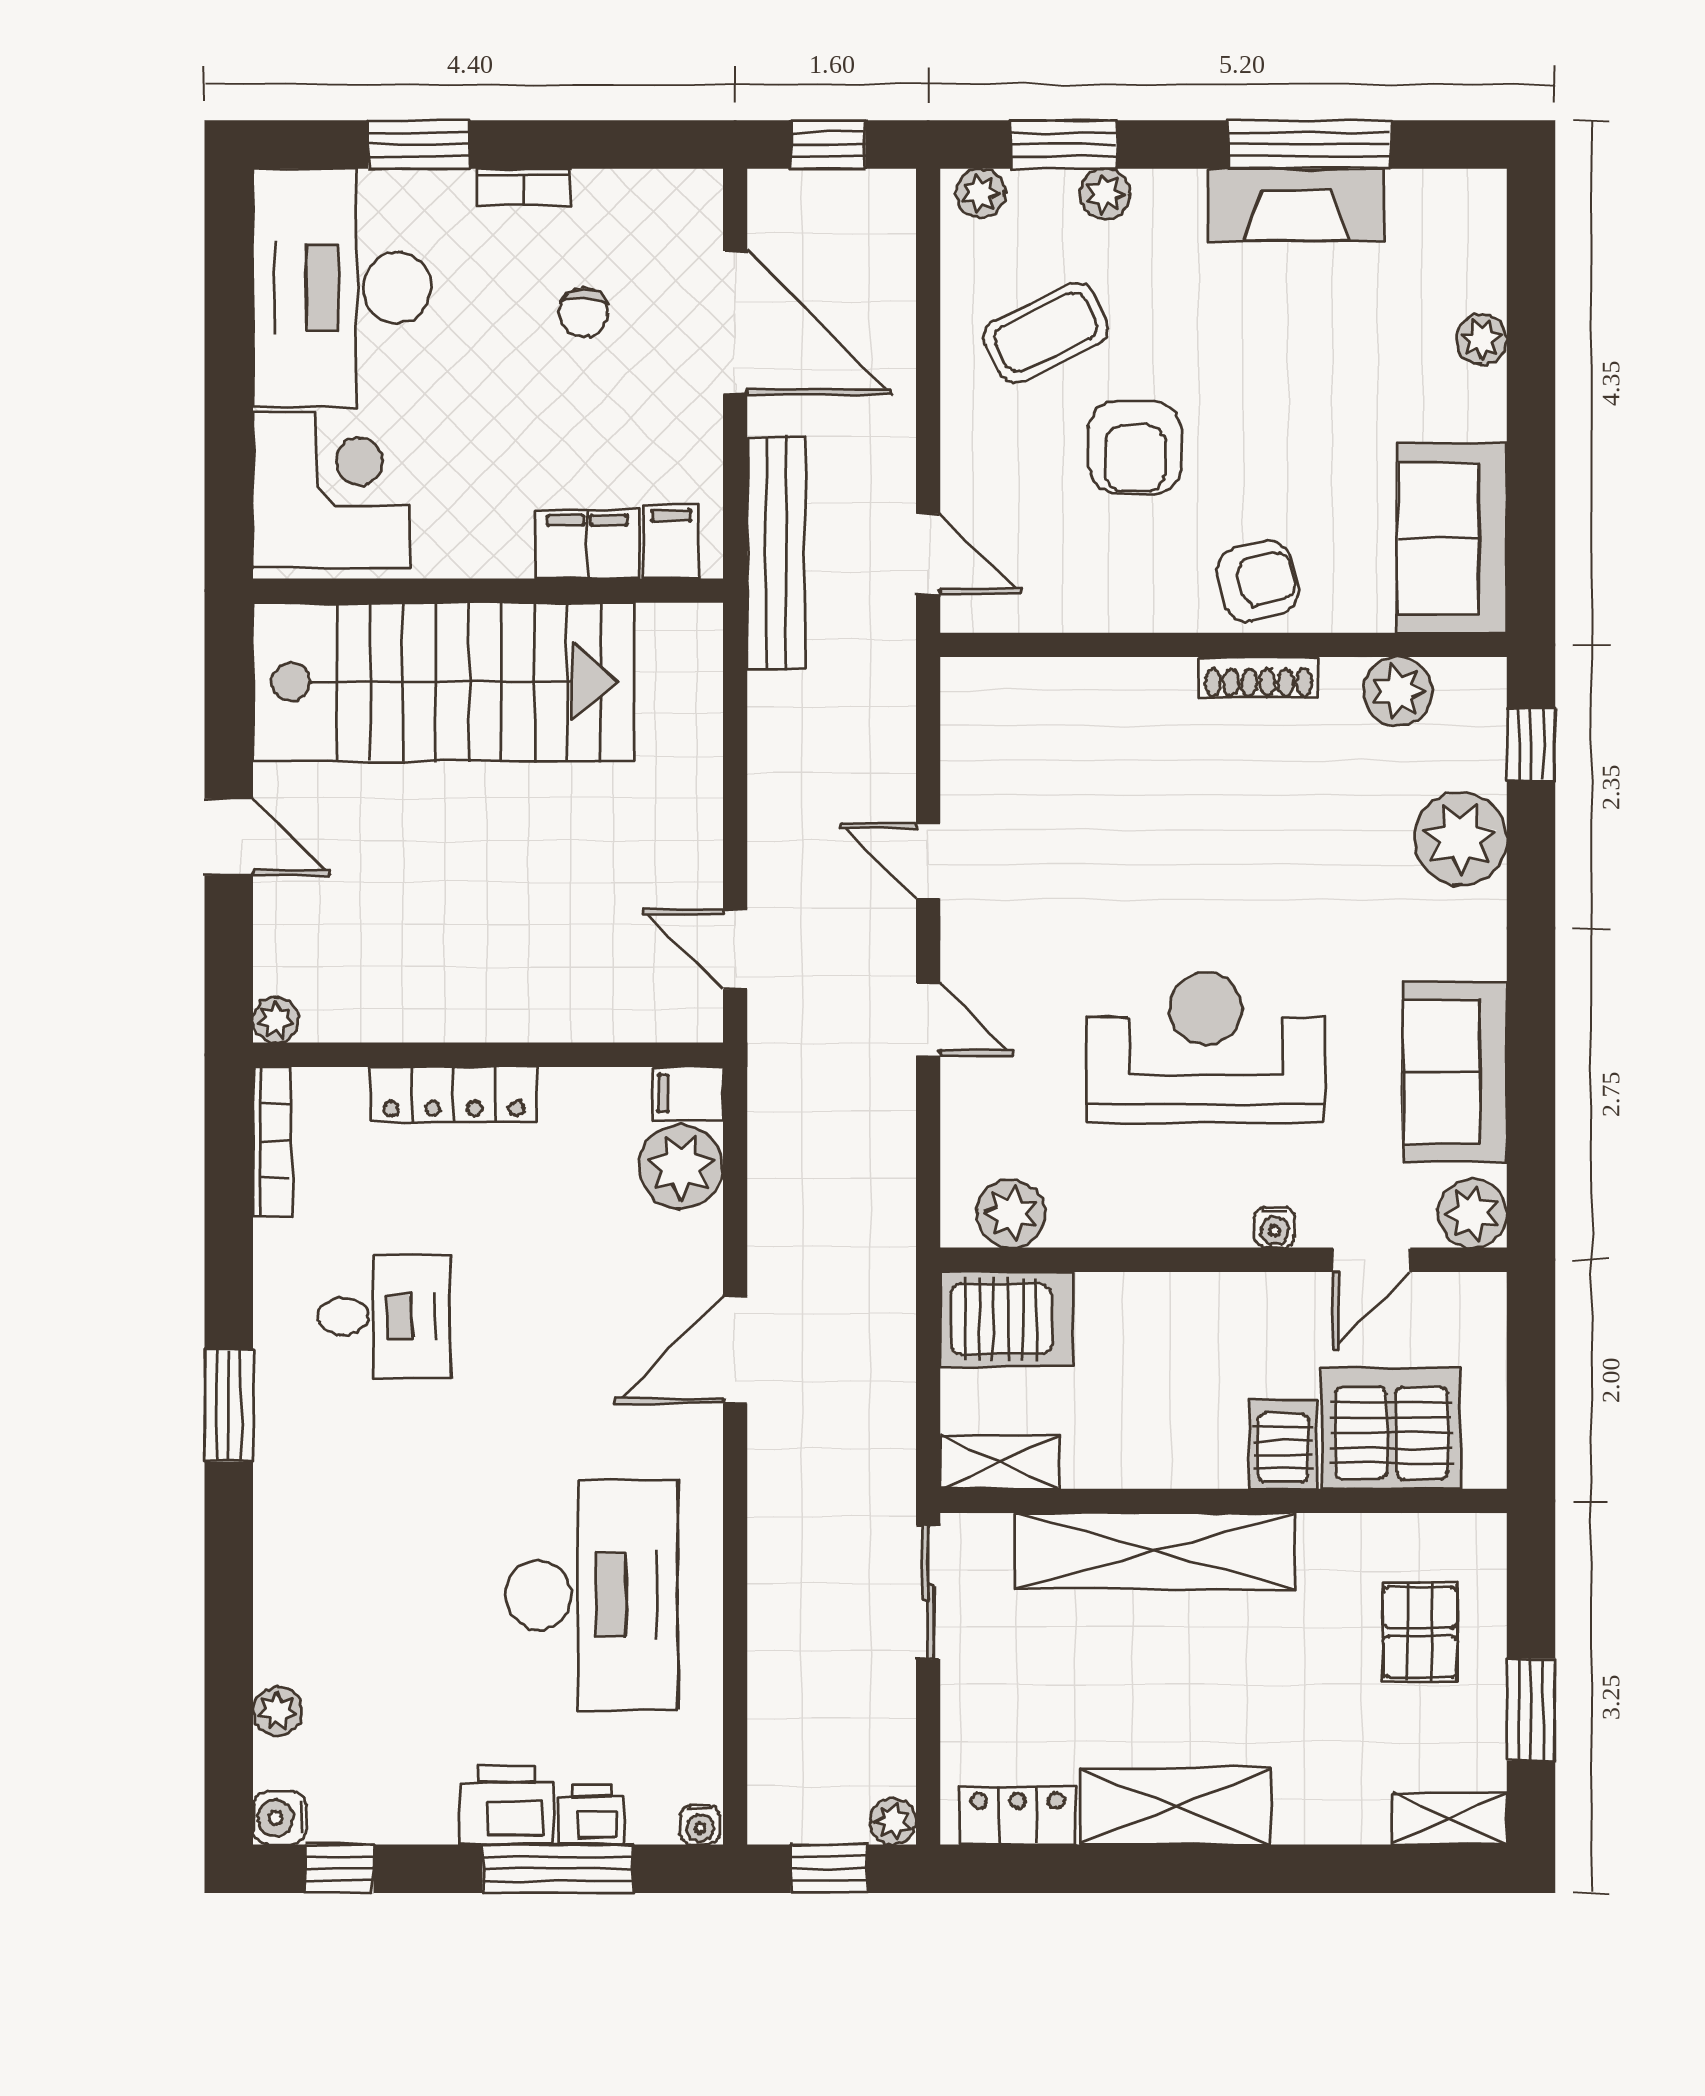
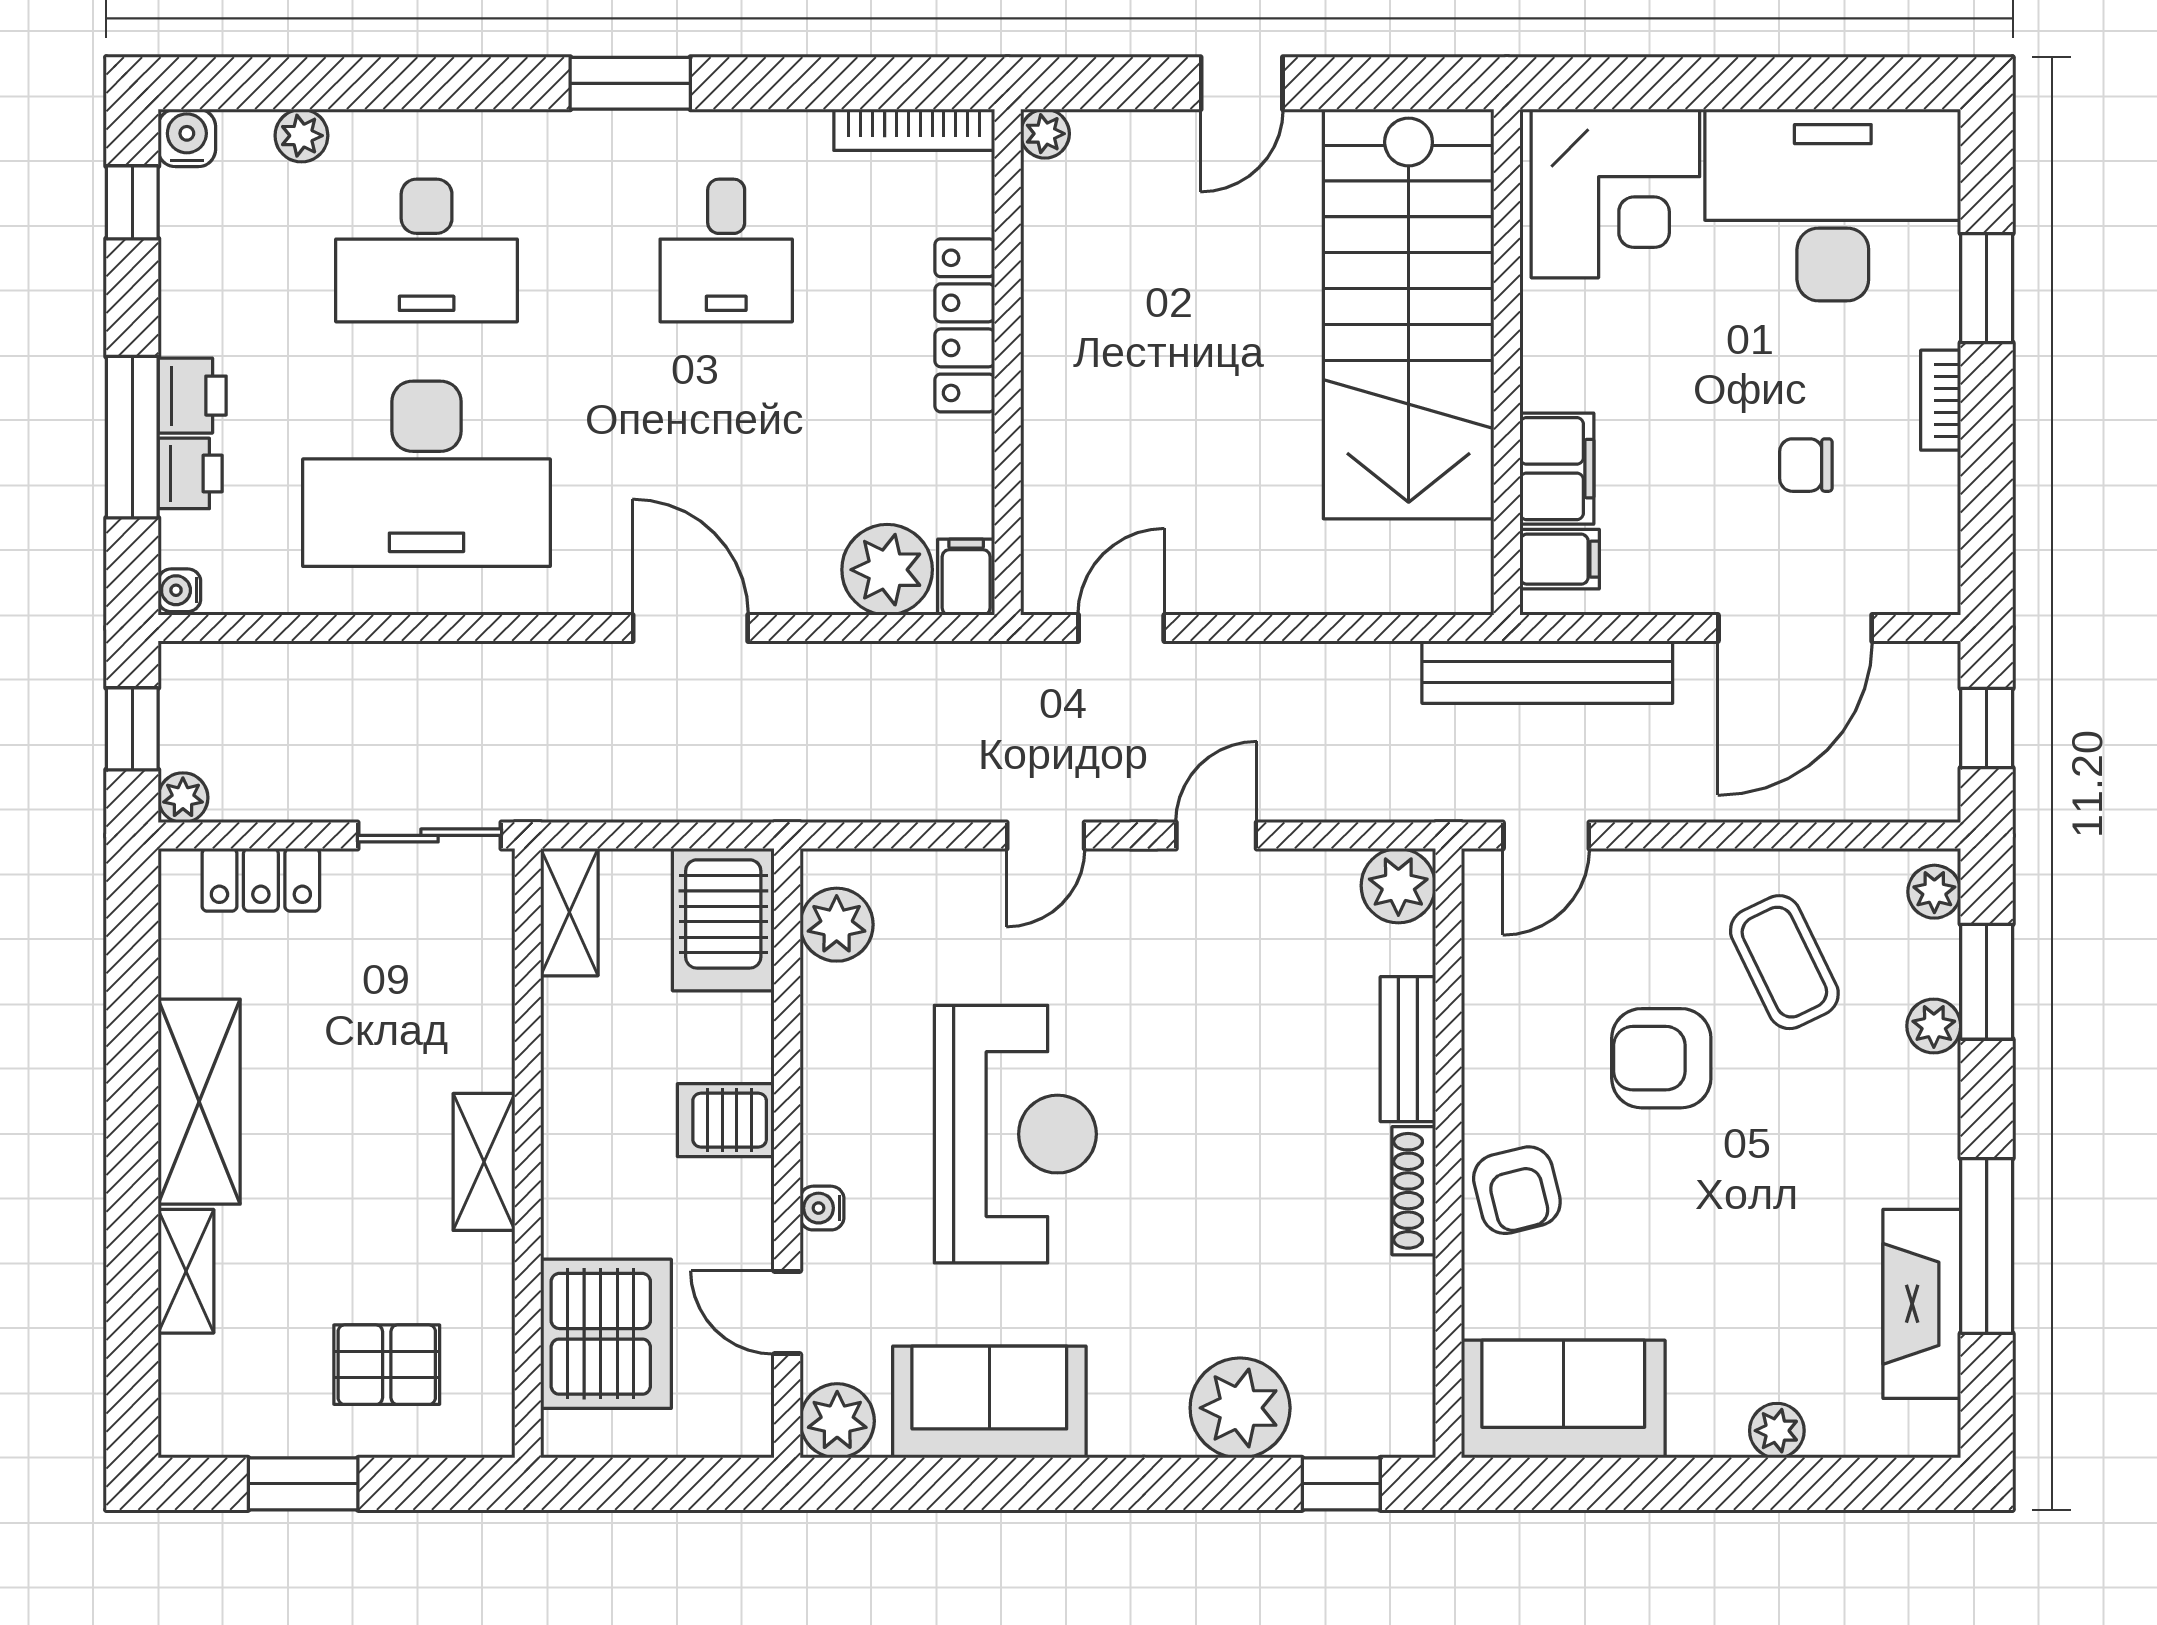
fireplace: (1296, 205) -> (1922, 1304), moved
bench: (1127, 683) -> (1408, 1049), added
plant: (1398, 691) -> (1398, 886), moved
server rack: (1283, 1444) -> (726, 1120), moved, turned 180
shelving: (1155, 1551) -> (484, 1162), width x0.45, depth x0.75
desk: (384, 1595) -> (427, 251), added
printer: (506, 1805) -> (192, 396), width x0.73, depth x0.81
locker: (1018, 1815) -> (261, 880), moved, turned 90
shelving: (1449, 1819) -> (186, 1271), moved

